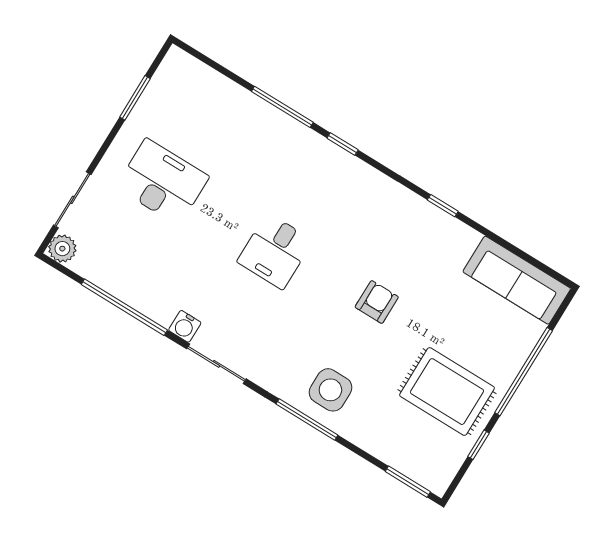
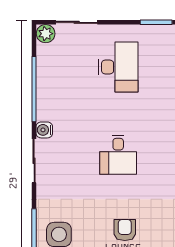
desk: (275, 251) -> (118, 155), turned -90
armchair: (377, 302) -> (125, 230), turned -90

